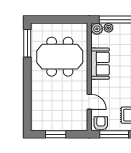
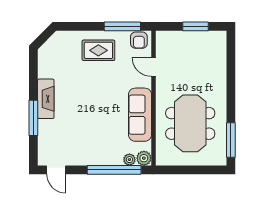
meeting table: (60, 57) -> (190, 123), turned 90
sofa: (100, 64) -> (140, 115), width x1.36

